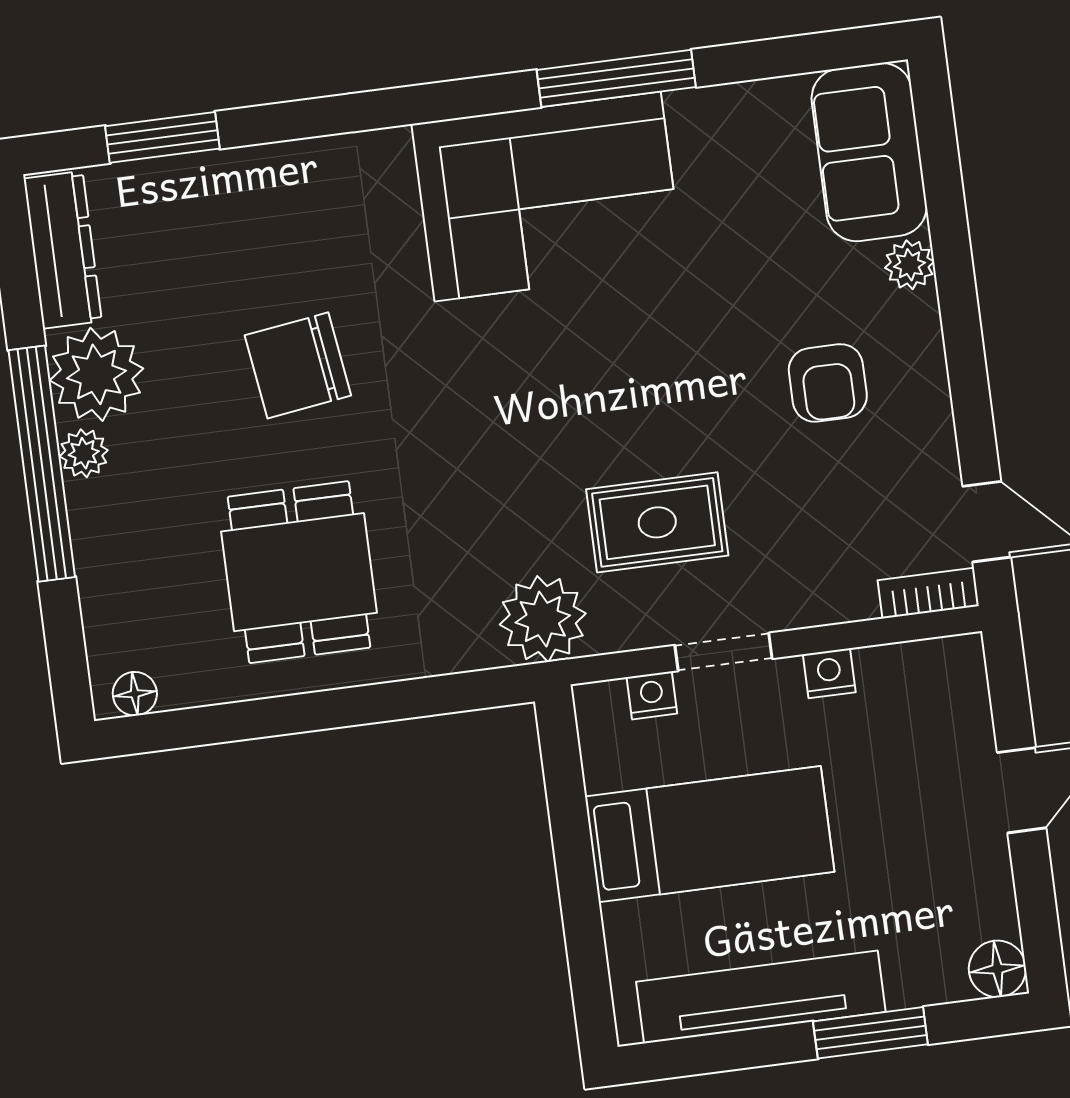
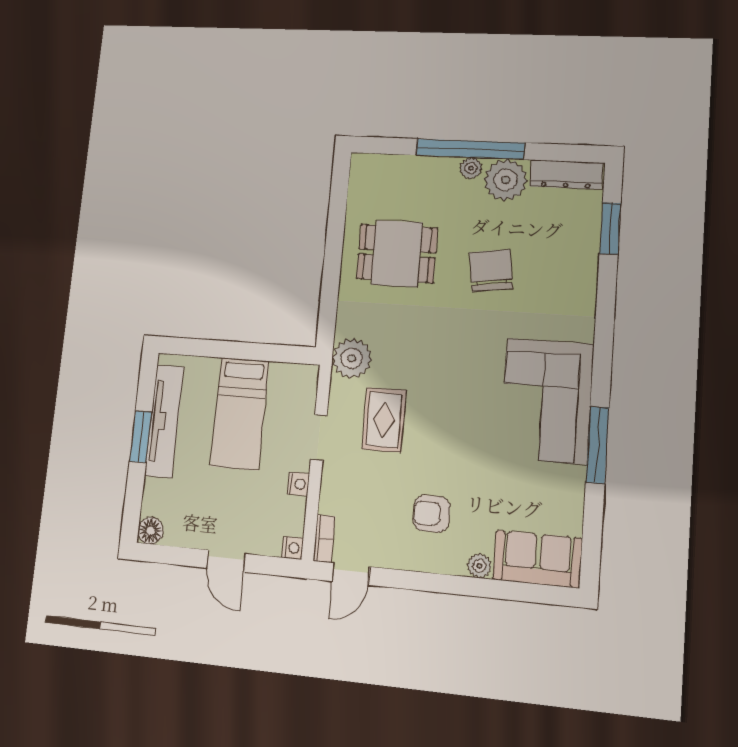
floor lamp: (135, 694) -> (359, 172), removed
nightstand: (652, 695) -> (293, 548), moved
window: (870, 1033) -> (141, 437), moved

